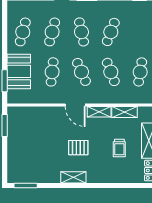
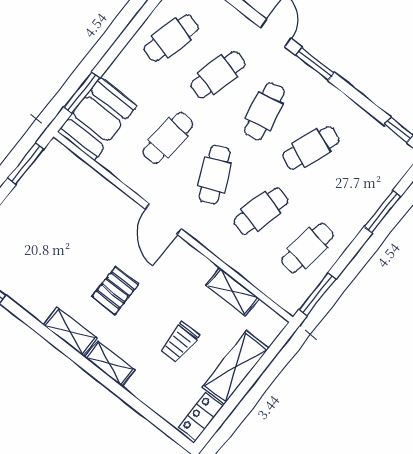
booth: (19, 71) -> (97, 119), moved
cafe table: (111, 72) -> (261, 211), turned 36
shelving: (99, 112) -> (110, 364), moved
pallet: (78, 148) -> (115, 290), turned 90

